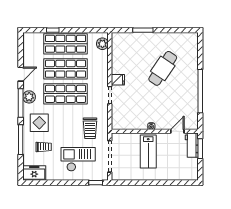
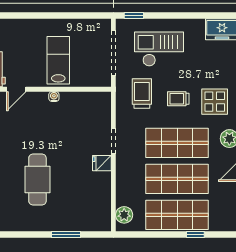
cafe table: (163, 68) -> (37, 180), turned -34
trolley: (44, 147) -> (178, 99), moved
checkout: (78, 159) -> (159, 49), turned 180

